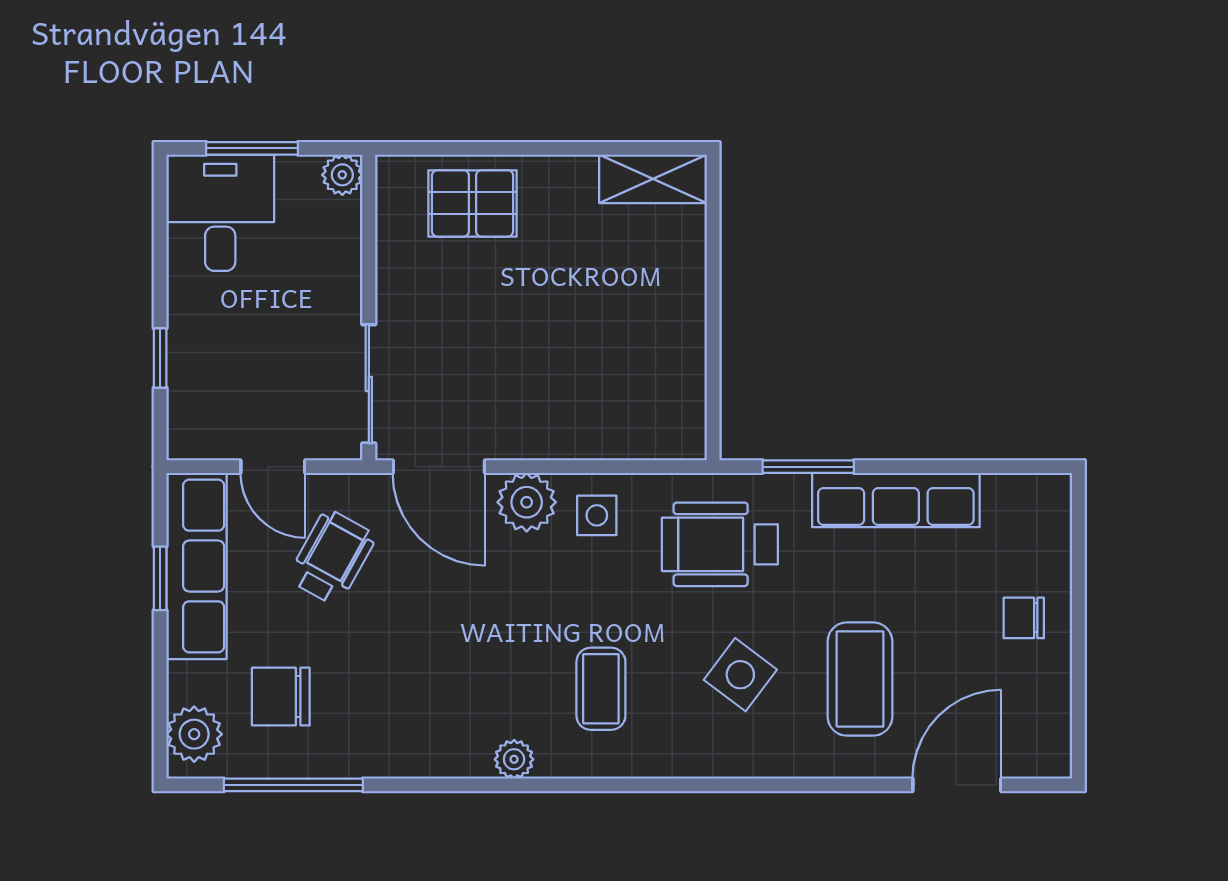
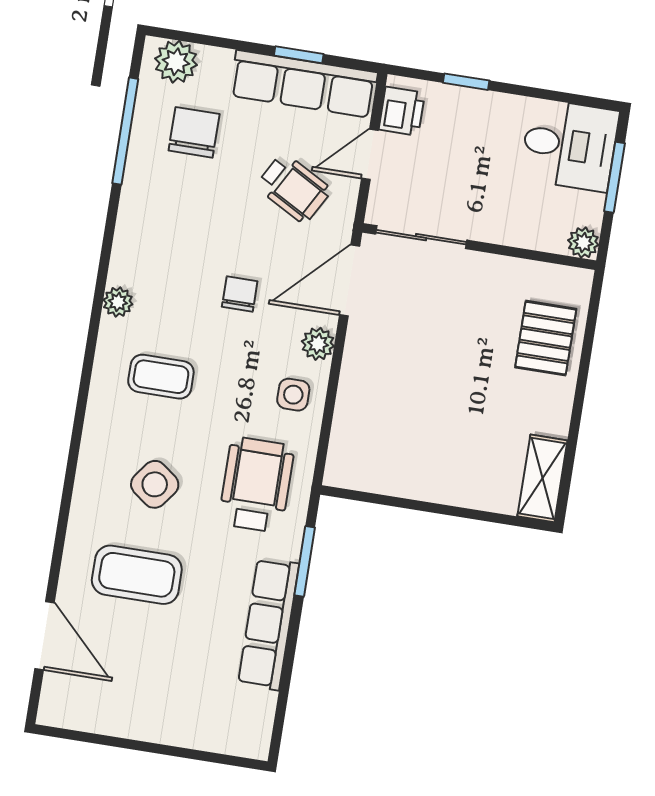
printer: (211, 435) -> (402, 111), added
plant: (527, 502) -> (318, 344), width x0.73, depth x0.73
chair: (1024, 618) -> (240, 294), moved

